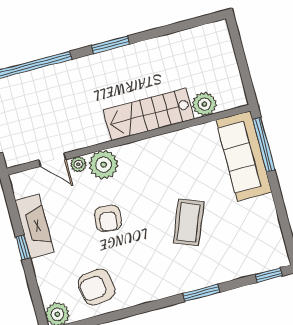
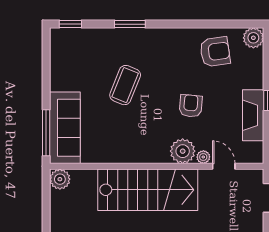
plant: (204, 104) -> (60, 179), moved
stairs: (149, 114) -> (148, 190), width x1.36, depth x1.51

